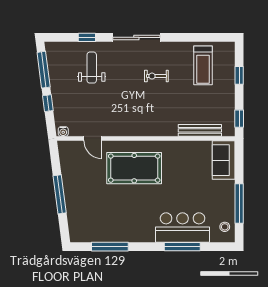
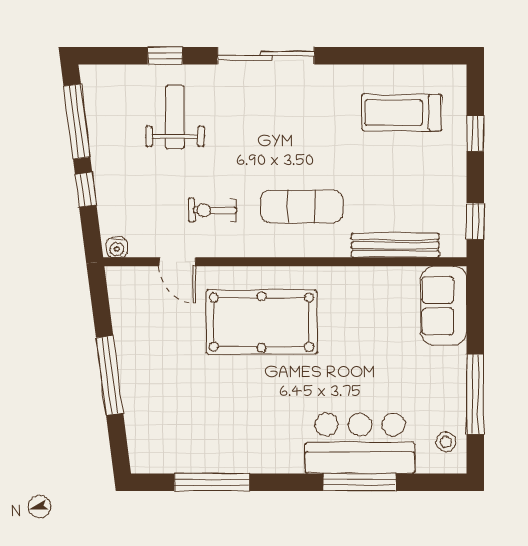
treadmill: (203, 65) -> (402, 113), turned 90
exercise bike: (156, 76) -> (213, 210), moved
exercise mat: (154, 111) -> (302, 207), added

